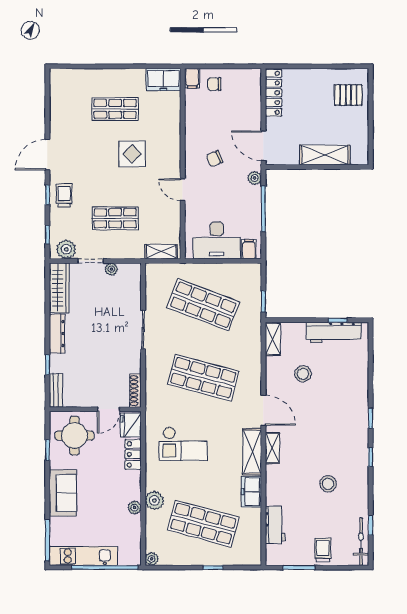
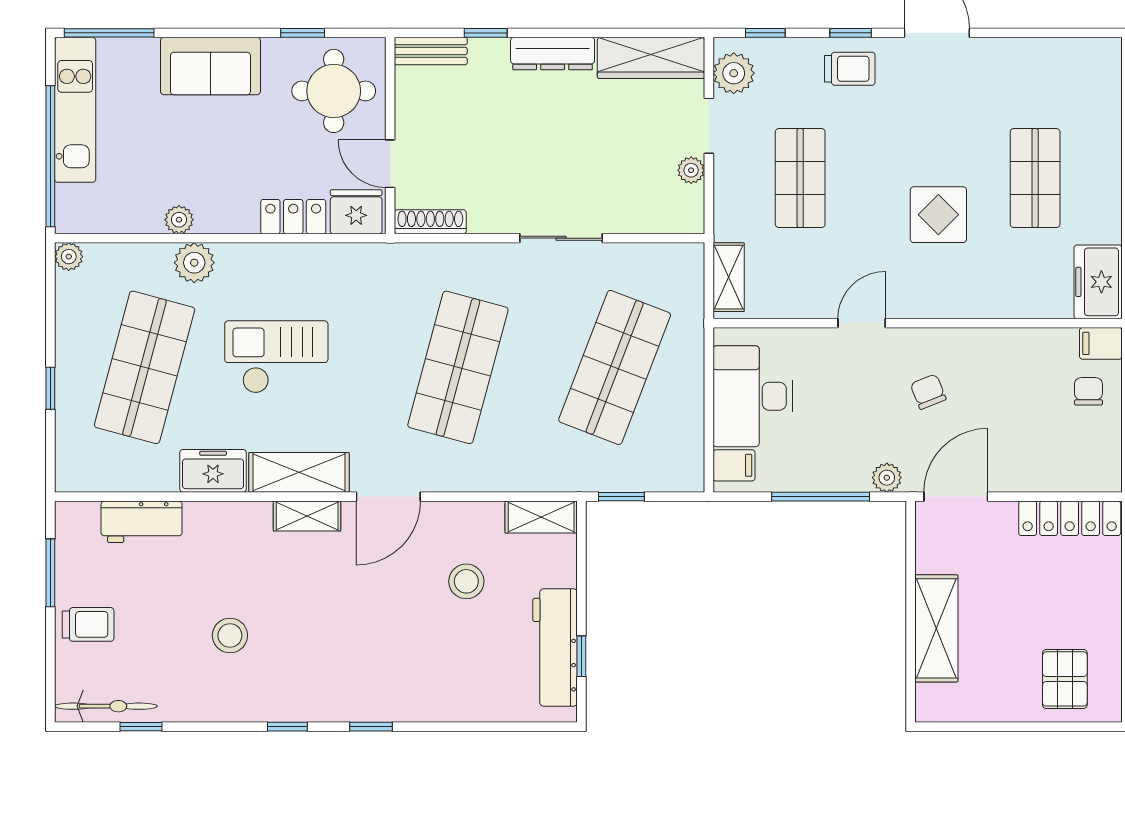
checkout: (183, 444) -> (276, 357), moved, turned 90

